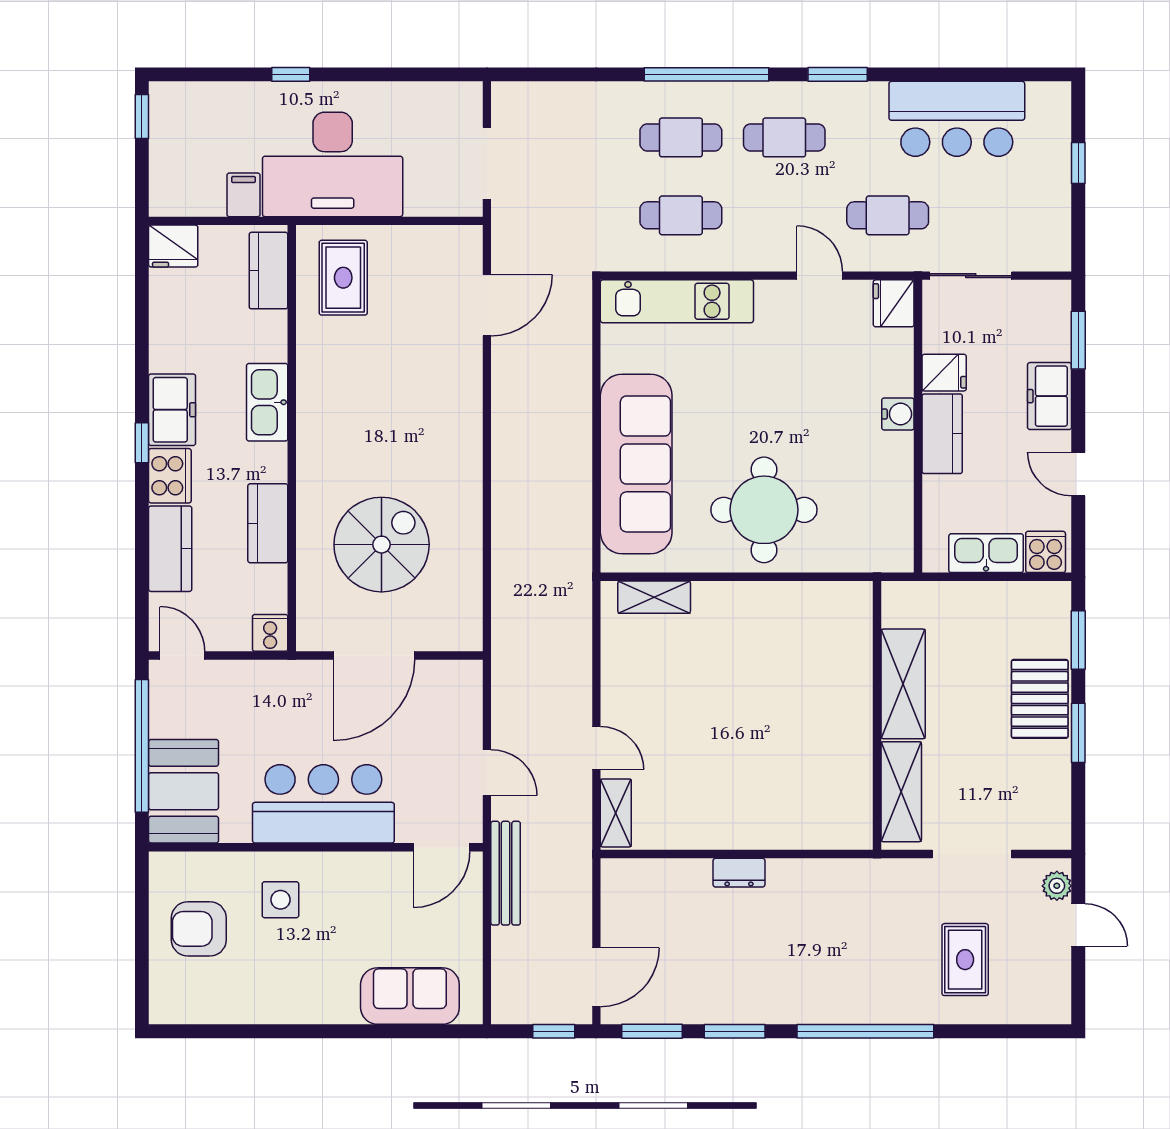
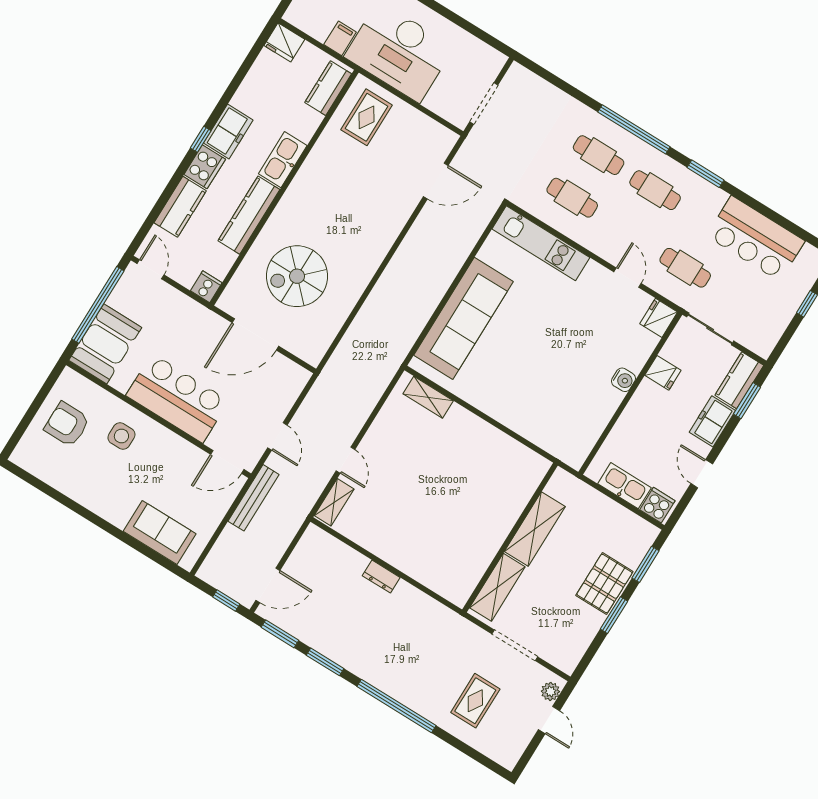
kitchen counter: (942, 434) -> (739, 380), moved, turned 180
round table: (764, 510) -> (518, 387), removed
kitchen counter: (268, 523) -> (249, 215), width x1.50
spiral stairs: (382, 545) -> (297, 276), turned 180

